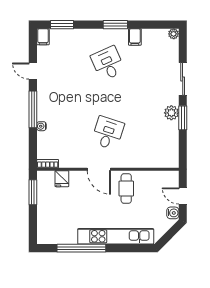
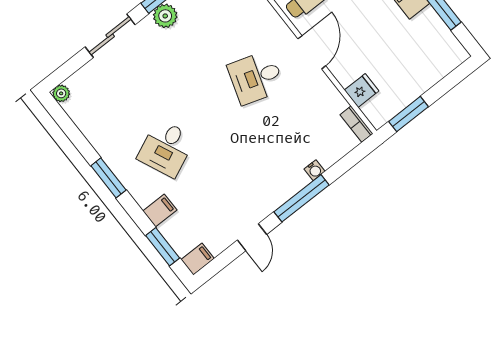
filing cabinet: (135, 37) -> (160, 210), moved

